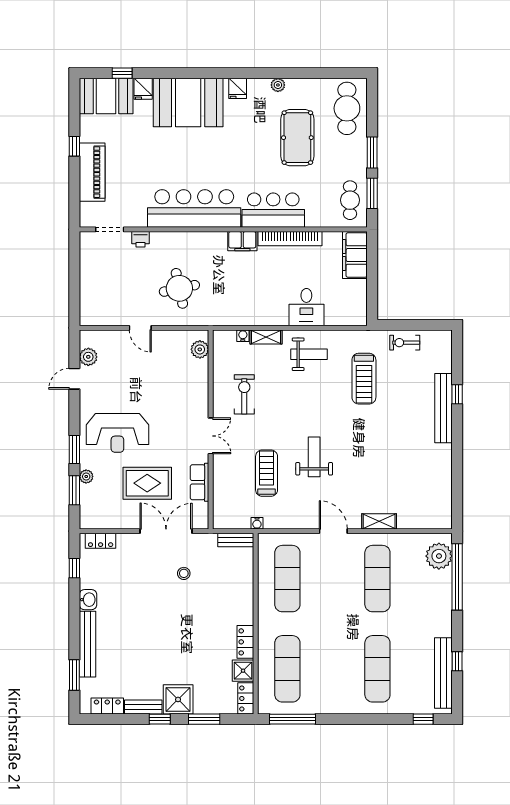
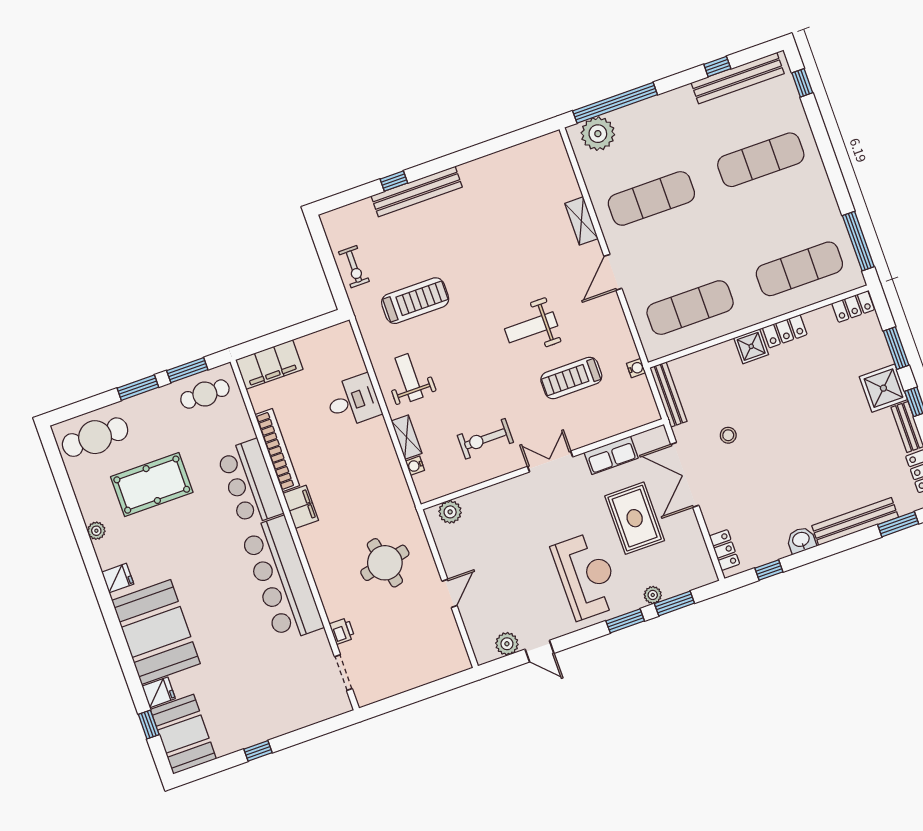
piano: (92, 172) -> (282, 718), removed
bench: (236, 540) -> (668, 395), width x1.36
shower: (243, 671) -> (751, 346), moved

